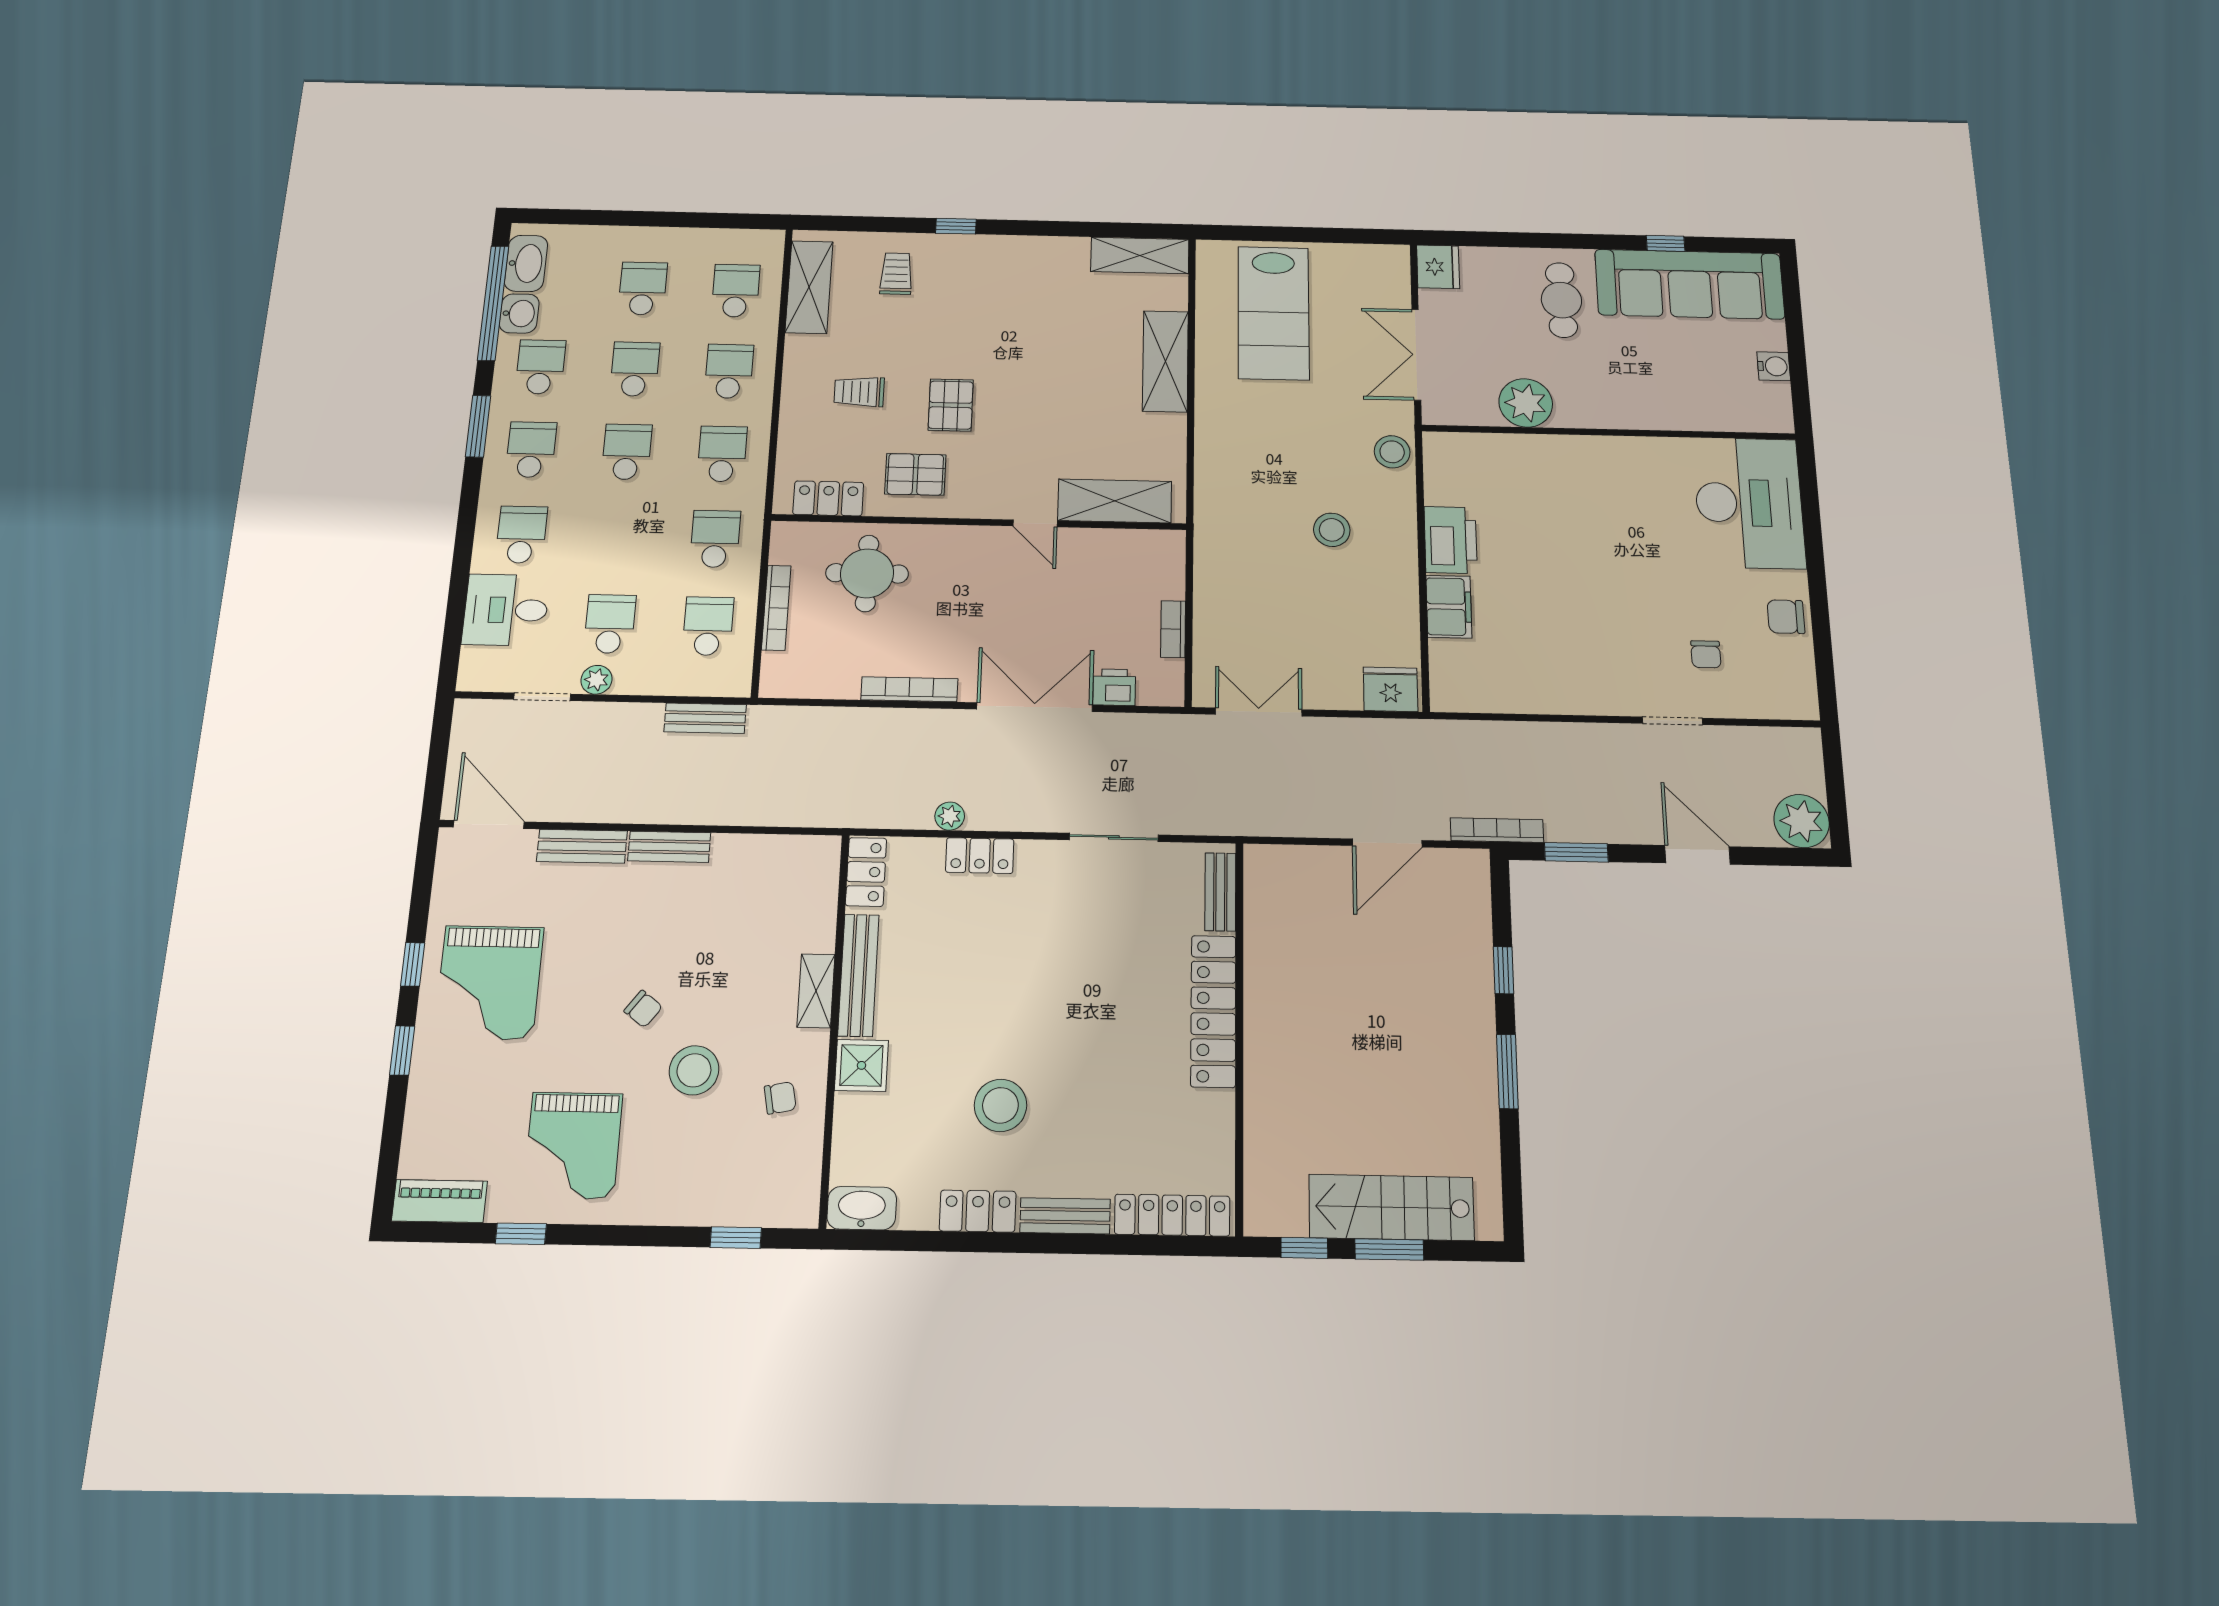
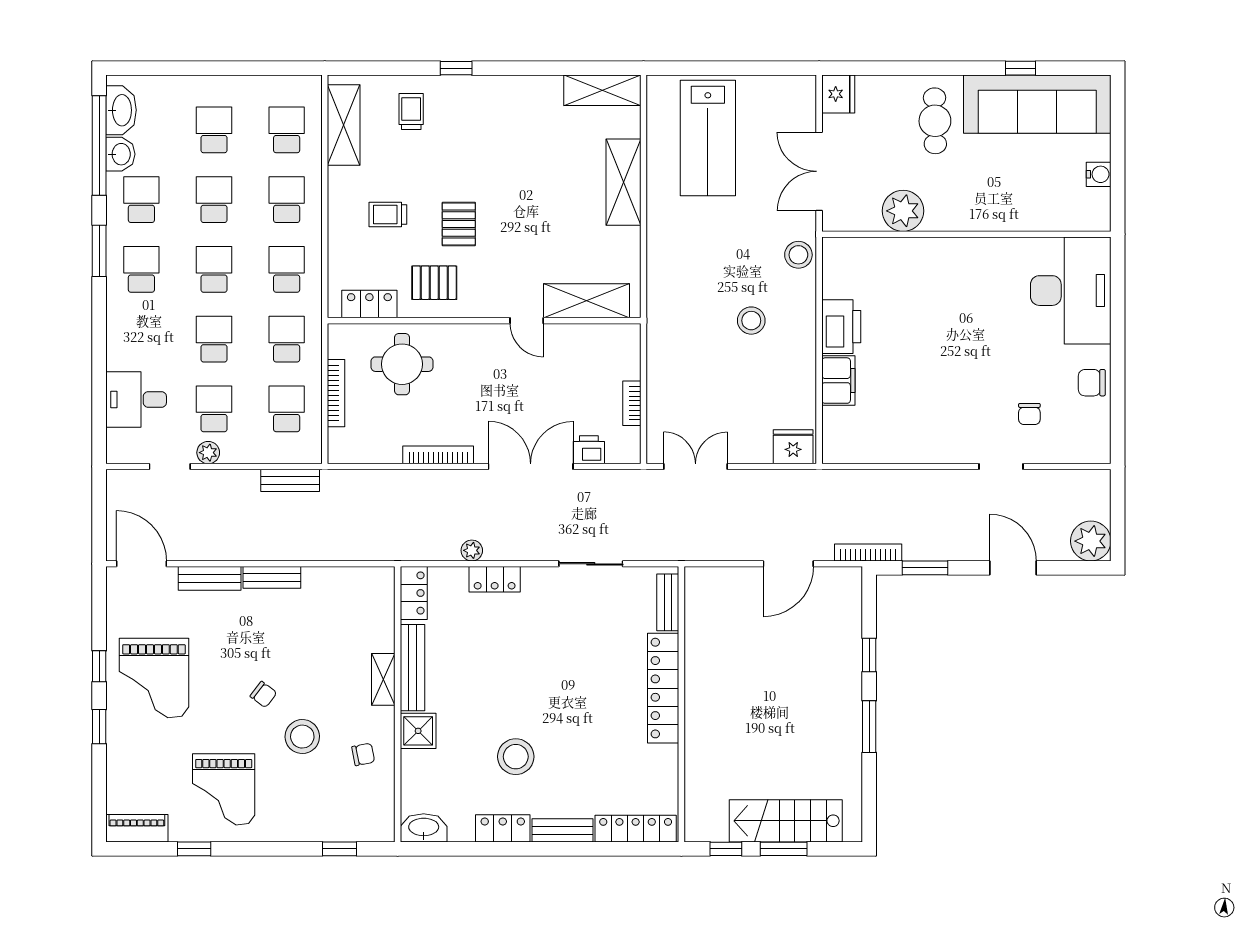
school desk: (521, 535) -> (214, 339), moved

